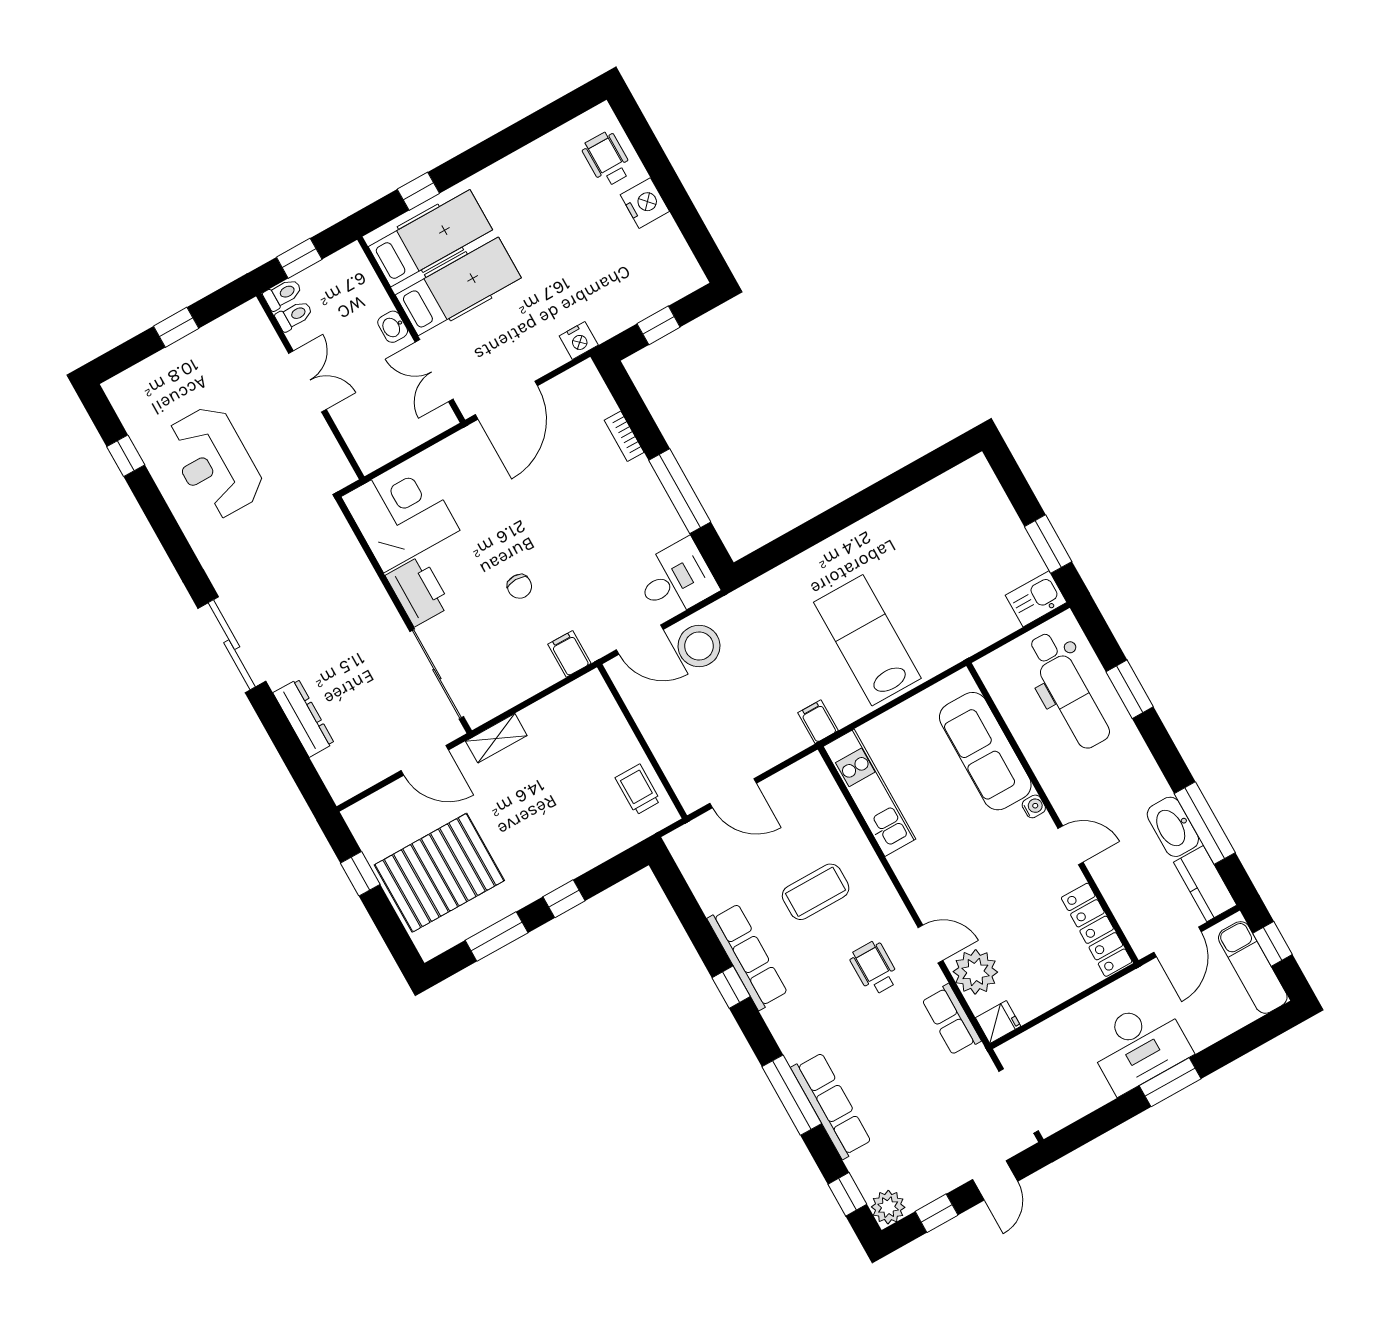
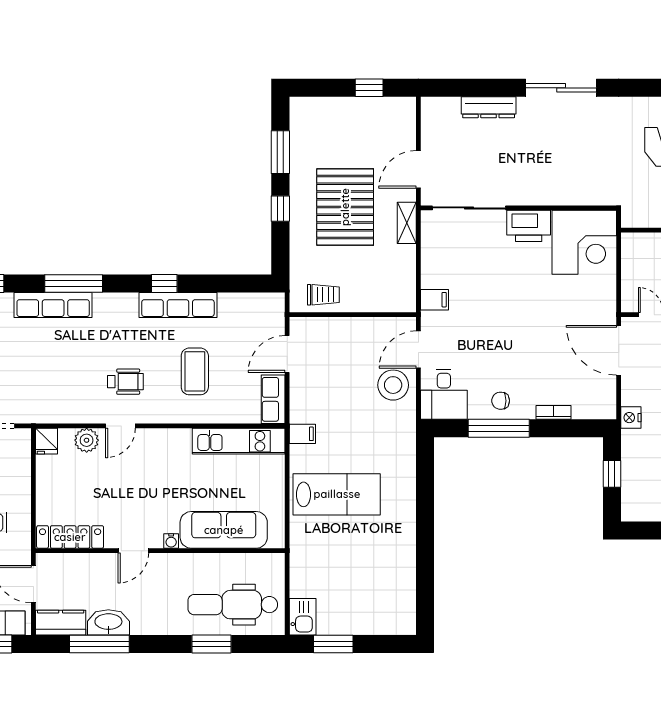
chair: (519, 586) -> (501, 401), moved
pallet: (439, 873) -> (345, 207), moved
plant: (975, 972) -> (87, 440), width x0.73, depth x0.73
row of seats: (951, 1020) -> (273, 399), moved, turned -90

